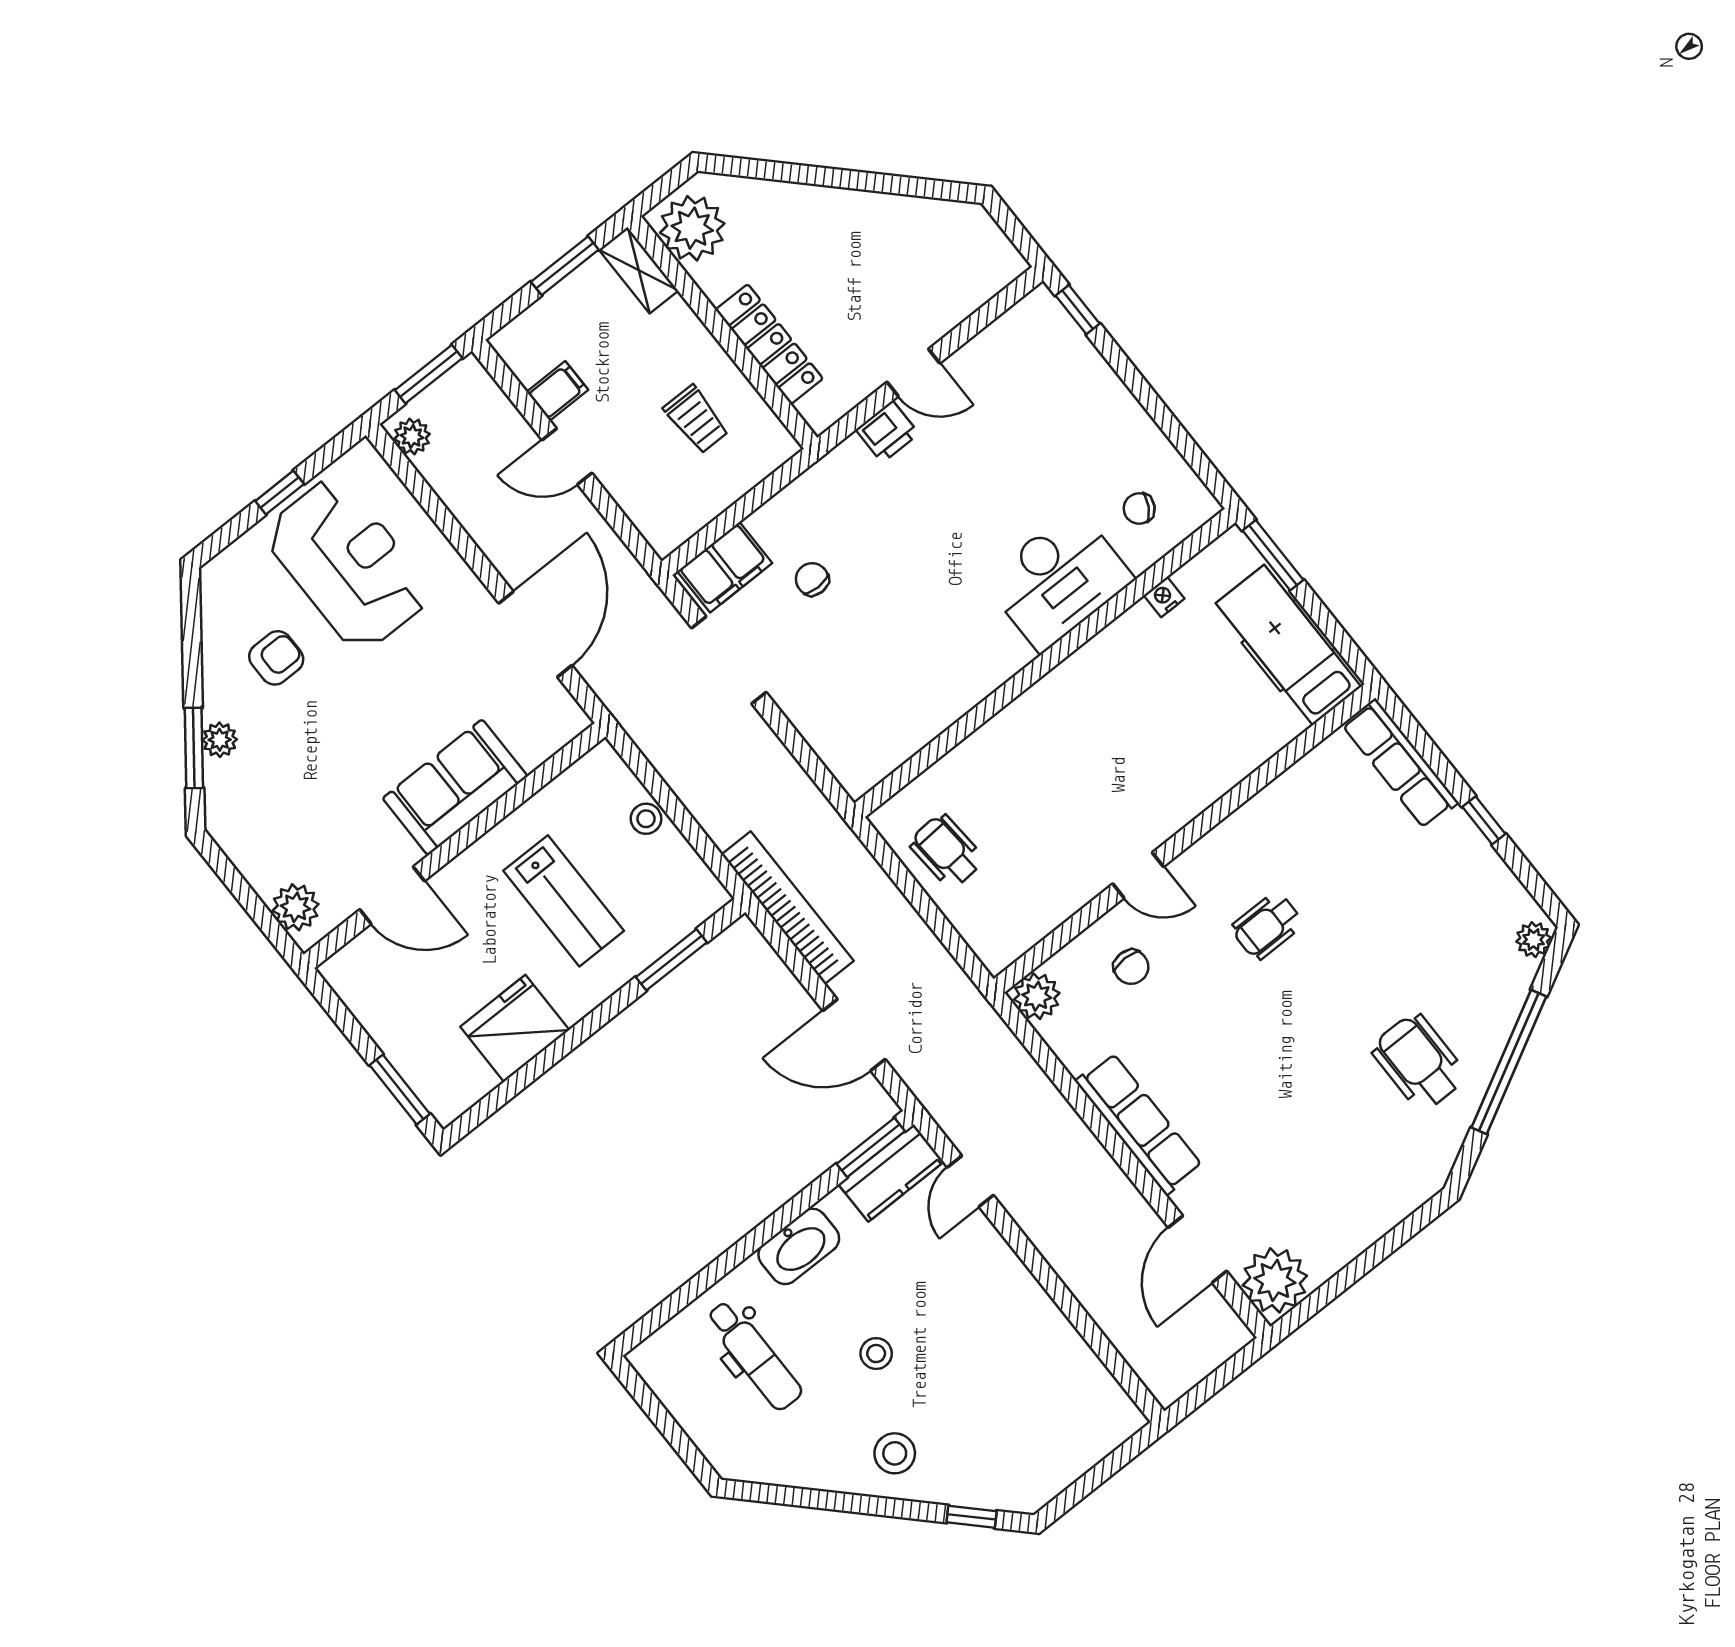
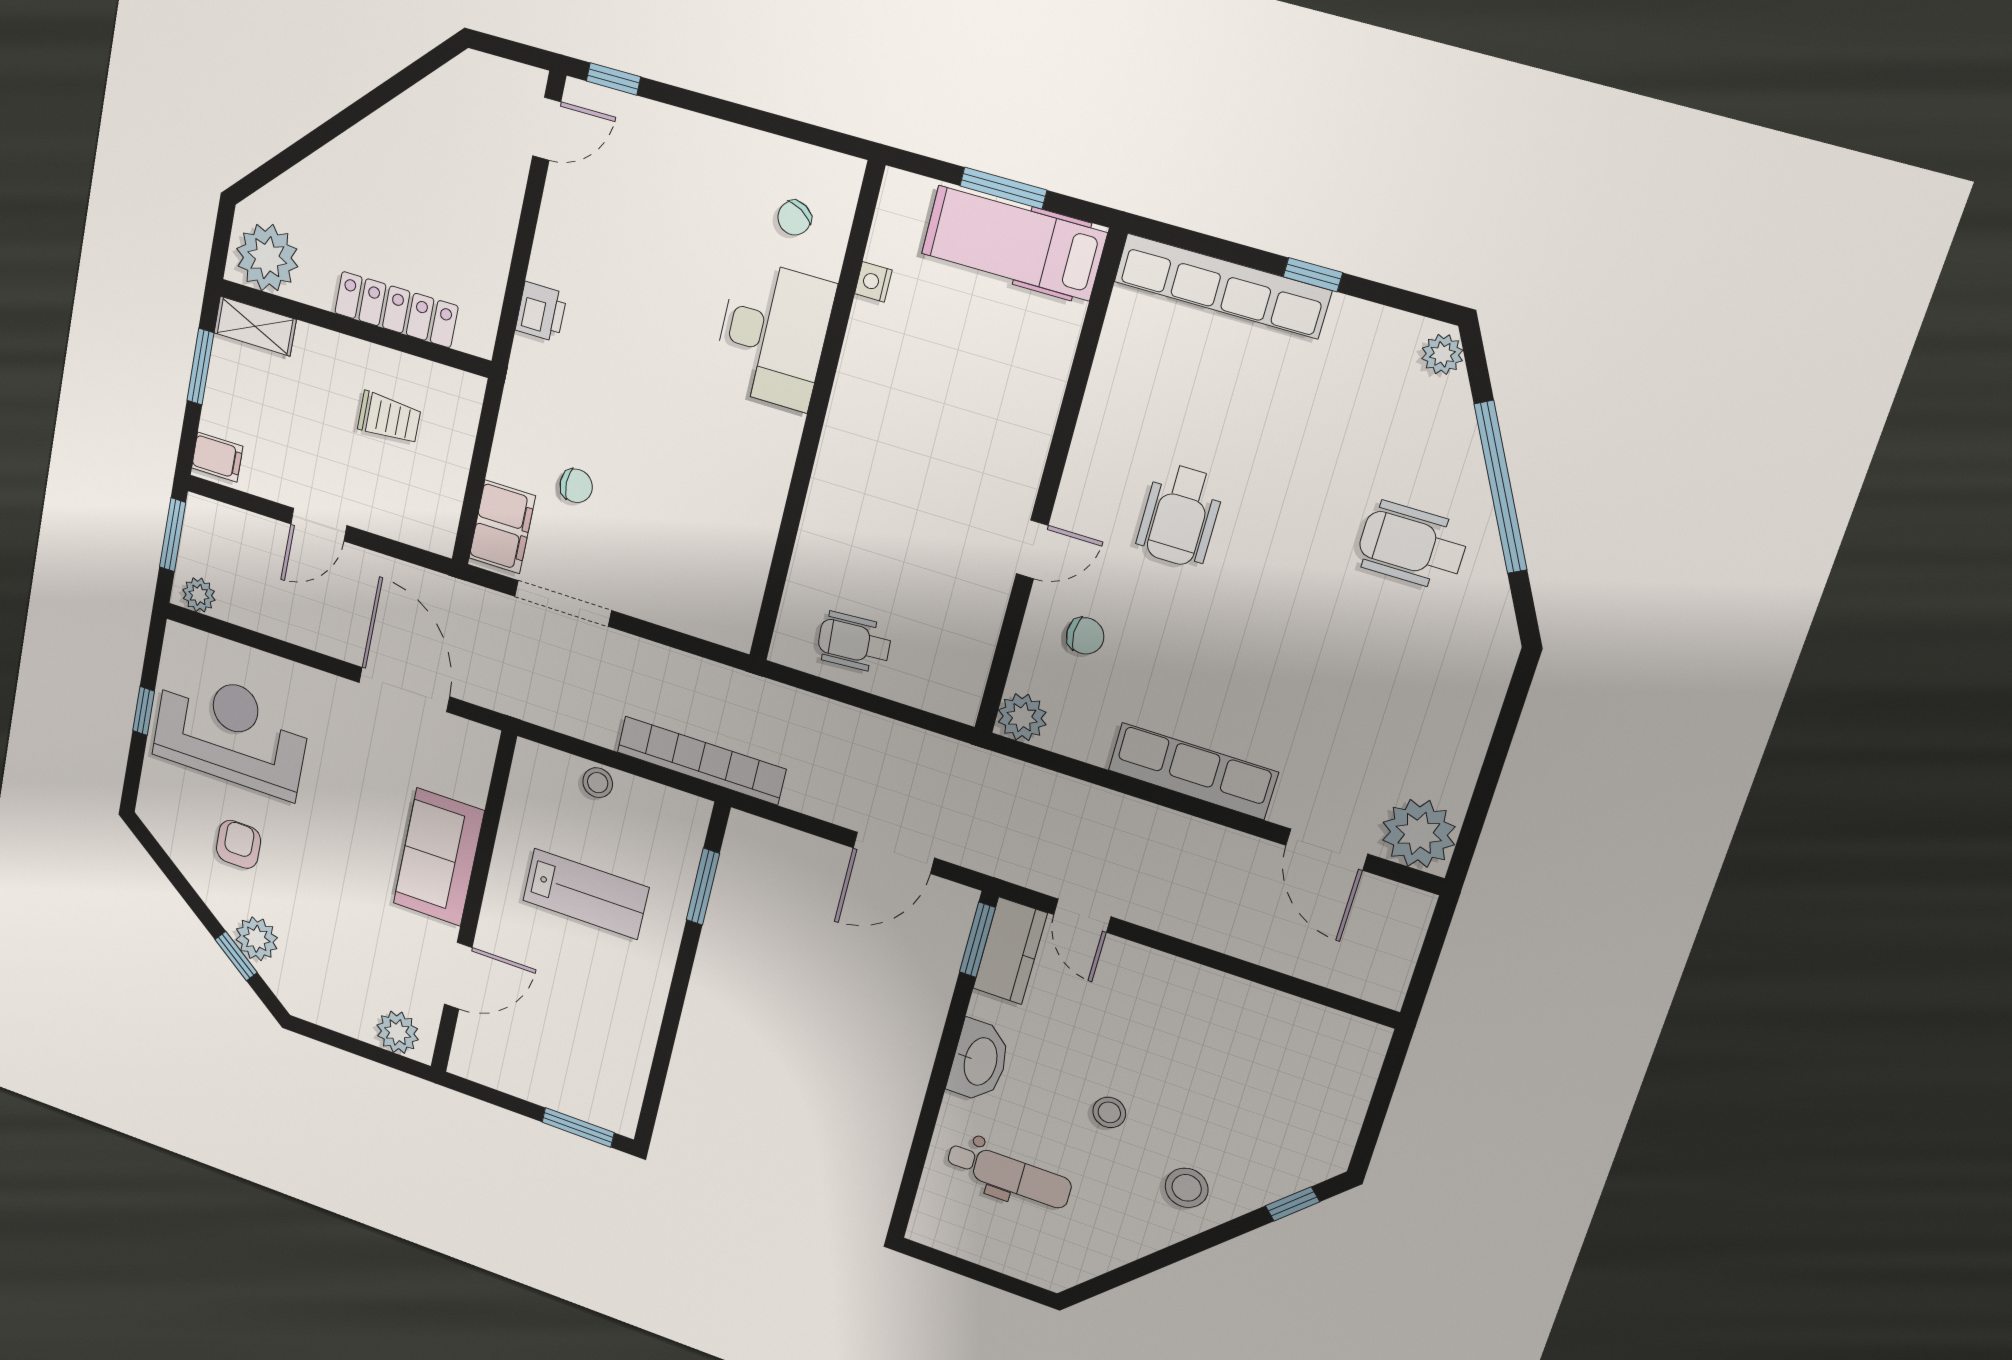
door: (913, 373) -> (547, 129), moved
filing cabinet: (557, 391) -> (217, 457), moved, turned 90
window: (1273, 555) -> (1003, 188), moved
chair: (812, 579) -> (576, 486), turned 180
plant: (220, 740) -> (257, 939), width x1.38, depth x1.38
window: (194, 748) -> (236, 956), width x0.67
row of seats: (1400, 764) -> (1222, 286), width x1.36
bookcase: (788, 908) -> (701, 761), moved
wheelchair: (1267, 926) -> (1180, 516), width x1.36, depth x1.37
fridge: (515, 1028) -> (626, 1023), removed

